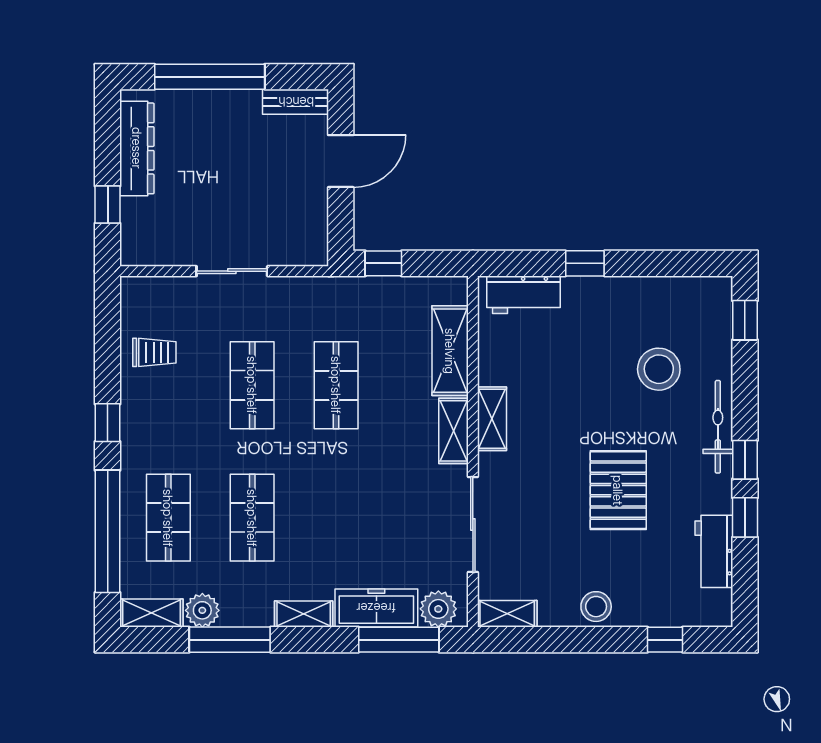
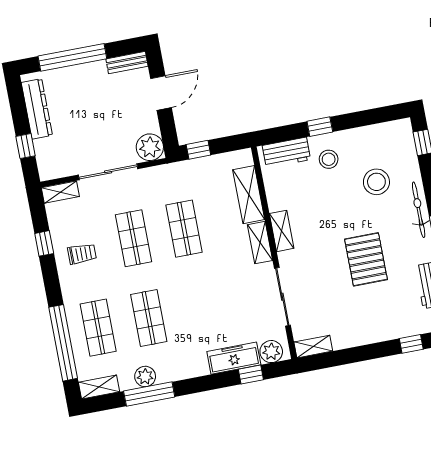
plant: (306, 244) -> (150, 147), added
sliding door: (232, 271) -> (108, 172), width x1.37
trolley: (154, 352) -> (82, 254), moved
window: (108, 423) -> (44, 243), moved
stool: (596, 607) -> (329, 159), moved
plant: (202, 610) -> (145, 376), moved
shelving: (304, 614) -> (60, 192), moved
window: (399, 640) -> (251, 375), width x0.46

